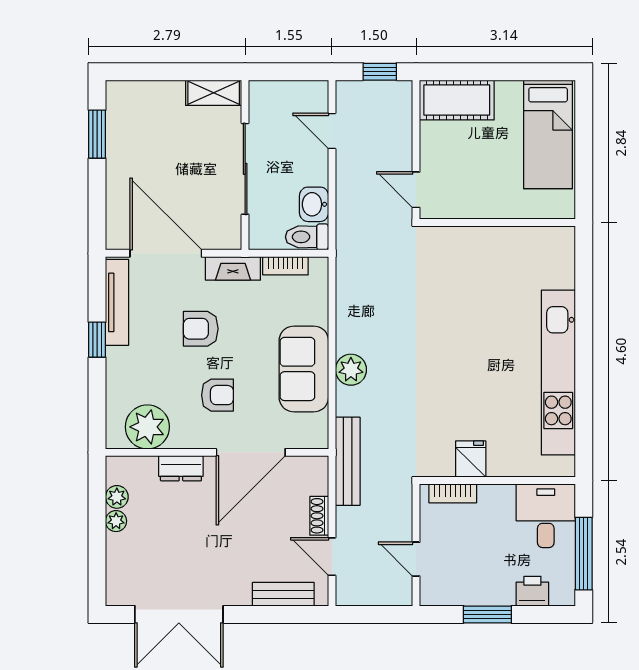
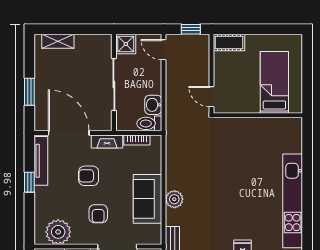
shelving: (214, 93) -> (58, 41), moved
shower: (266, 98) -> (126, 44), added
cot: (457, 100) -> (229, 42), width x0.73, depth x0.75
door: (332, 131) -> (163, 50), moved
window: (97, 134) -> (29, 92), moved
bed: (548, 134) -> (274, 82), moved, turned 180
armchair: (217, 395) -> (98, 214), turned 90

